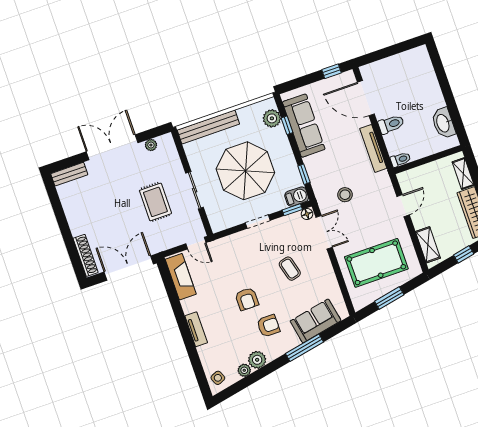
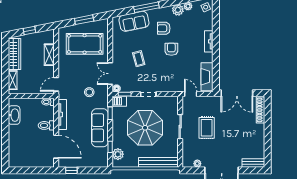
sofa: (304, 126) -> (100, 128), moved
door: (403, 206) -> (56, 84), moved
shelving: (428, 245) -> (49, 55), moved

